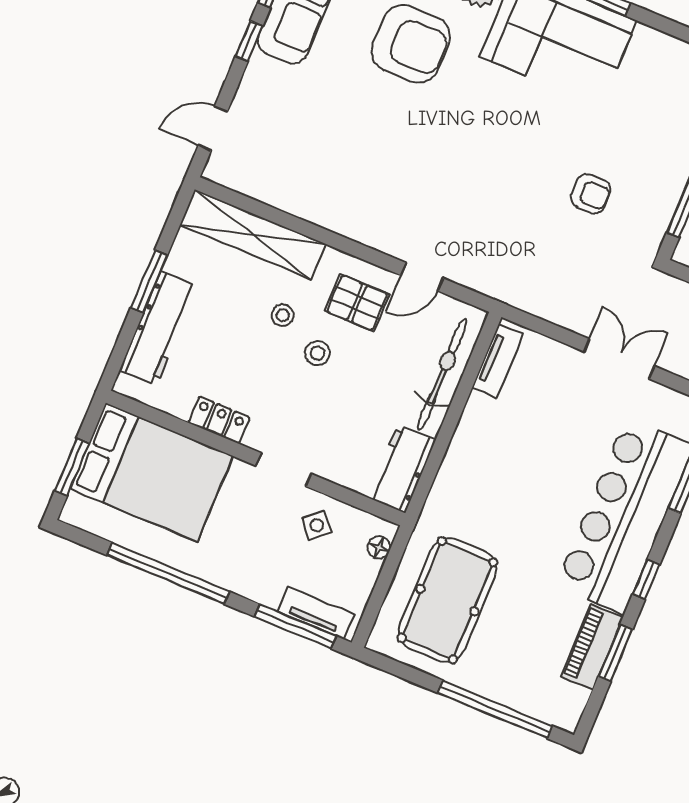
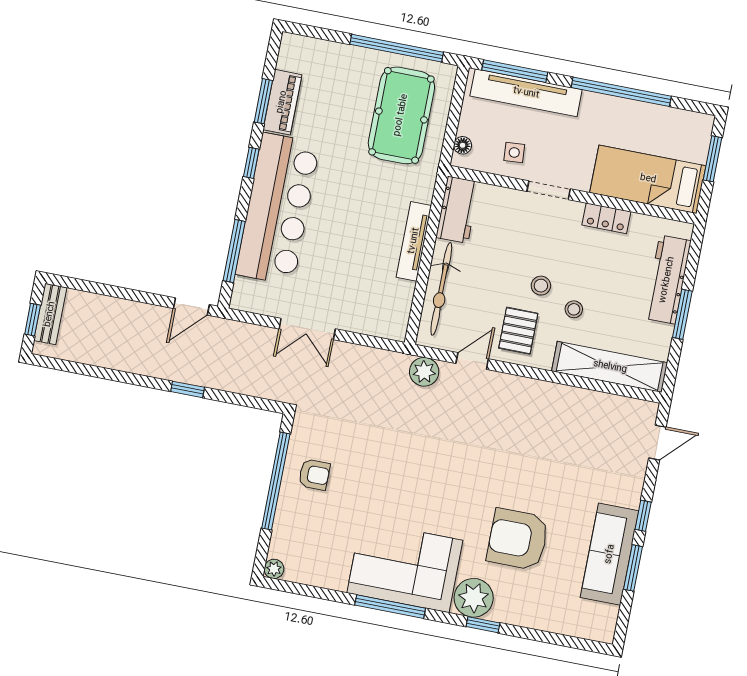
armchair: (591, 194) -> (314, 475), moved, turned 180
plant: (485, 276) -> (424, 372), added
pallet: (357, 303) -> (518, 331), turned 90
tv unit: (498, 361) -> (414, 241), moved, width x1.41
bed: (151, 472) -> (648, 179), width x0.67
side table: (317, 525) -> (514, 152), turned 38
tv unit: (316, 613) -> (526, 93), width x1.92, depth x1.29
window: (495, 709) -> (397, 48), moved

